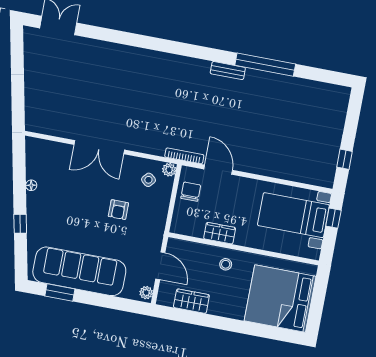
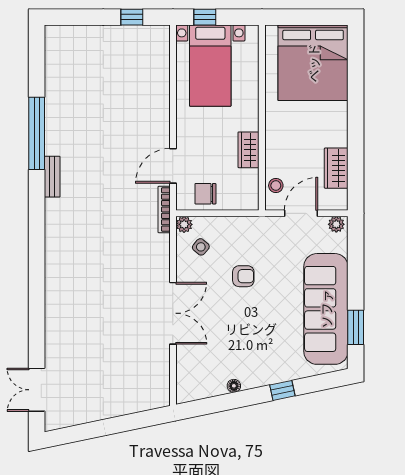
stool: (226, 264) -> (276, 186), moved

